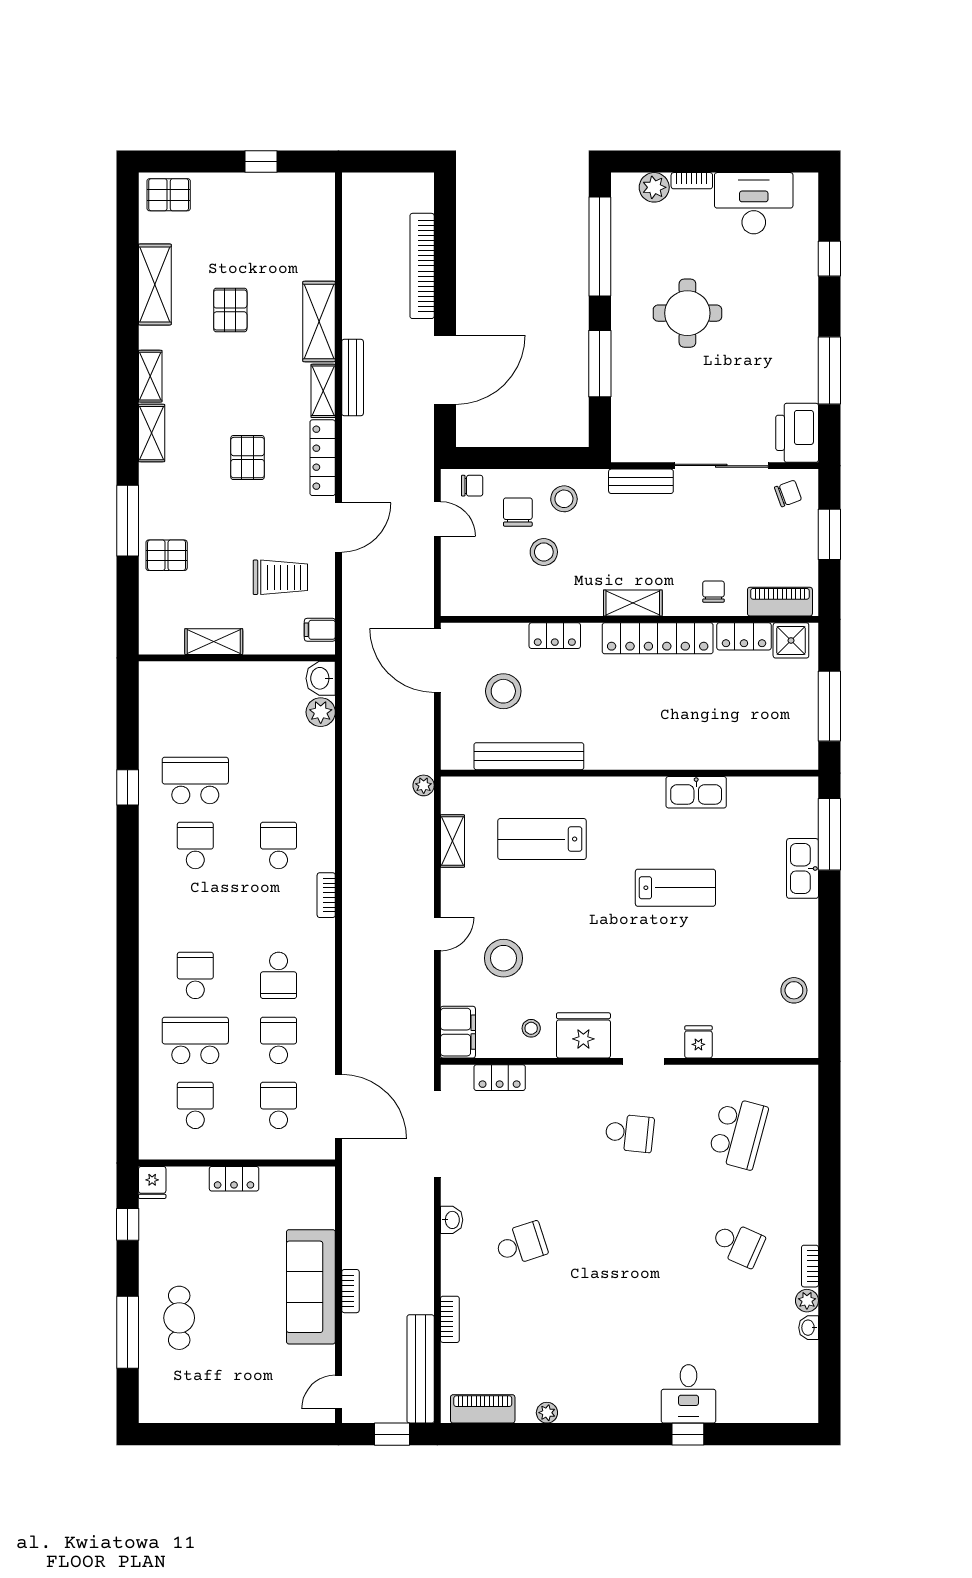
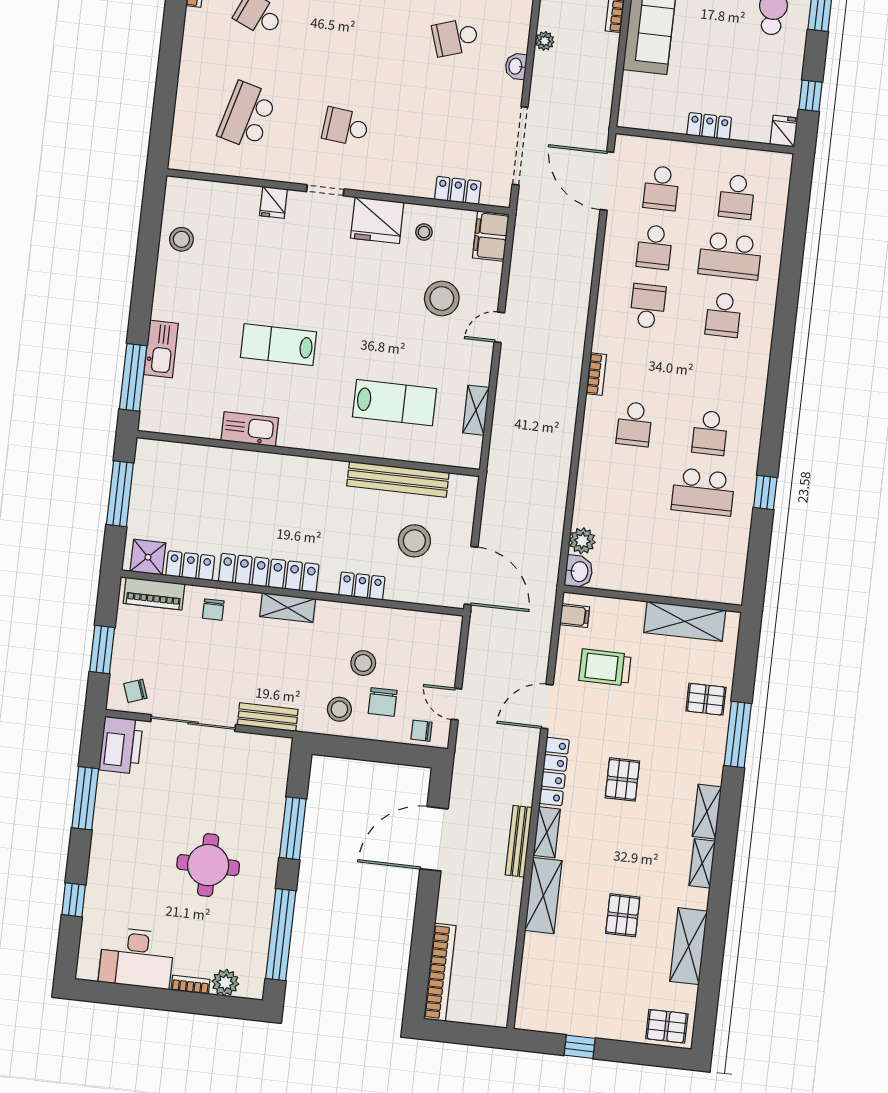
bookcase: (422, 266) -> (440, 972), moved
shelving: (214, 642) -> (685, 621), width x1.50, depth x1.33
plant: (424, 785) -> (545, 41), moved

